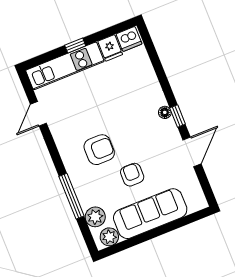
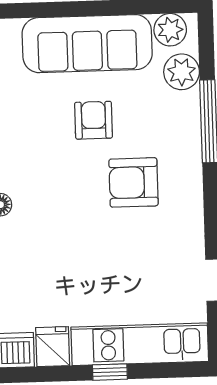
armchair: (132, 175) -> (94, 120), turned 180

